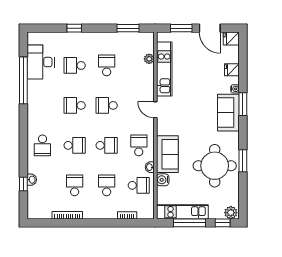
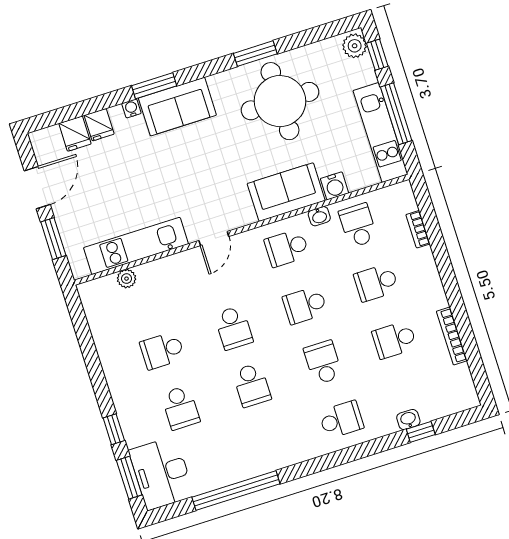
window: (128, 28) -> (129, 478), moved
fridge: (231, 38) -> (75, 134), moved
desk: (41, 62) -> (161, 473), moved, turned 90
school desk: (107, 145) -> (305, 305), turned -90

